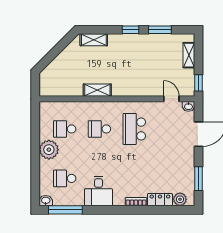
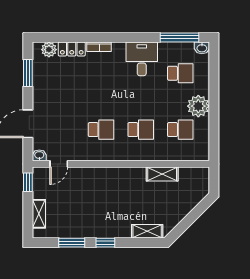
shelving: (97, 90) -> (162, 174), moved
door: (171, 99) -> (59, 164), hinge flipped
school desk: (134, 129) -> (101, 130), width x0.54

